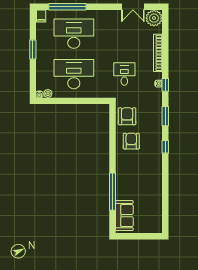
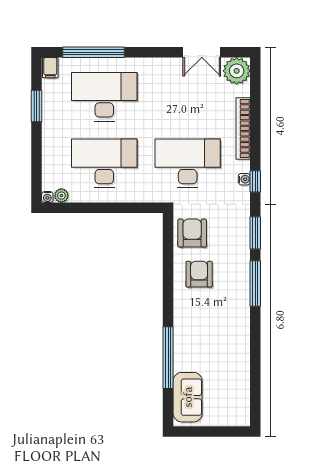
window: (33, 49) -> (37, 106), moved
desk: (124, 74) -> (188, 163), width x1.87, depth x1.30
window: (165, 147) -> (255, 284), width x2.17

